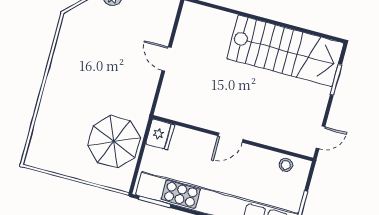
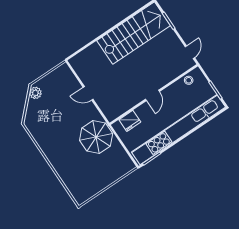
fridge: (160, 134) -> (130, 121), moved, turned 90
parasol: (114, 142) -> (96, 137), moved

